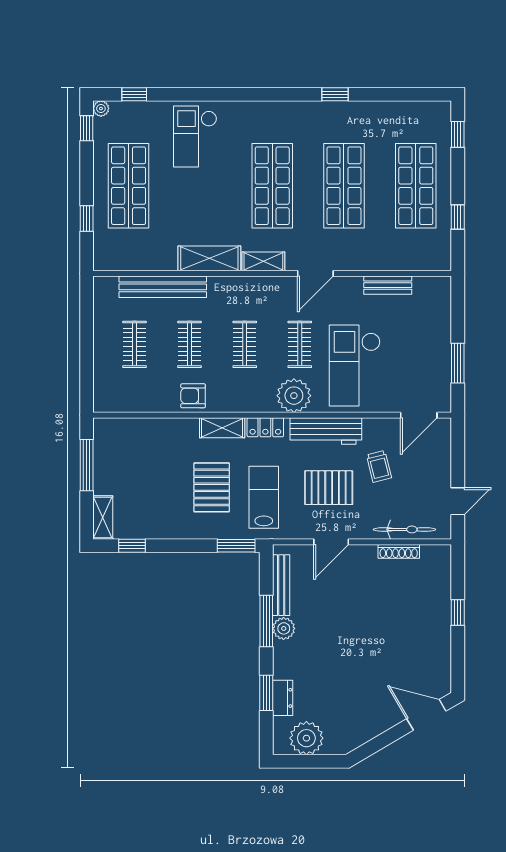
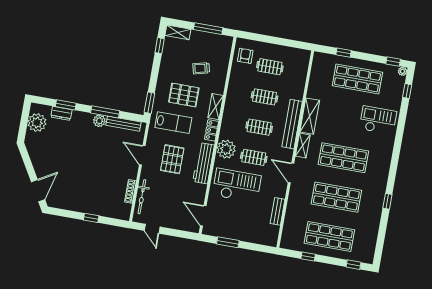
bench: (163, 287) -> (292, 124), moved
armchair: (193, 396) -> (245, 56), moved
trolley: (379, 466) -> (201, 68), moved

